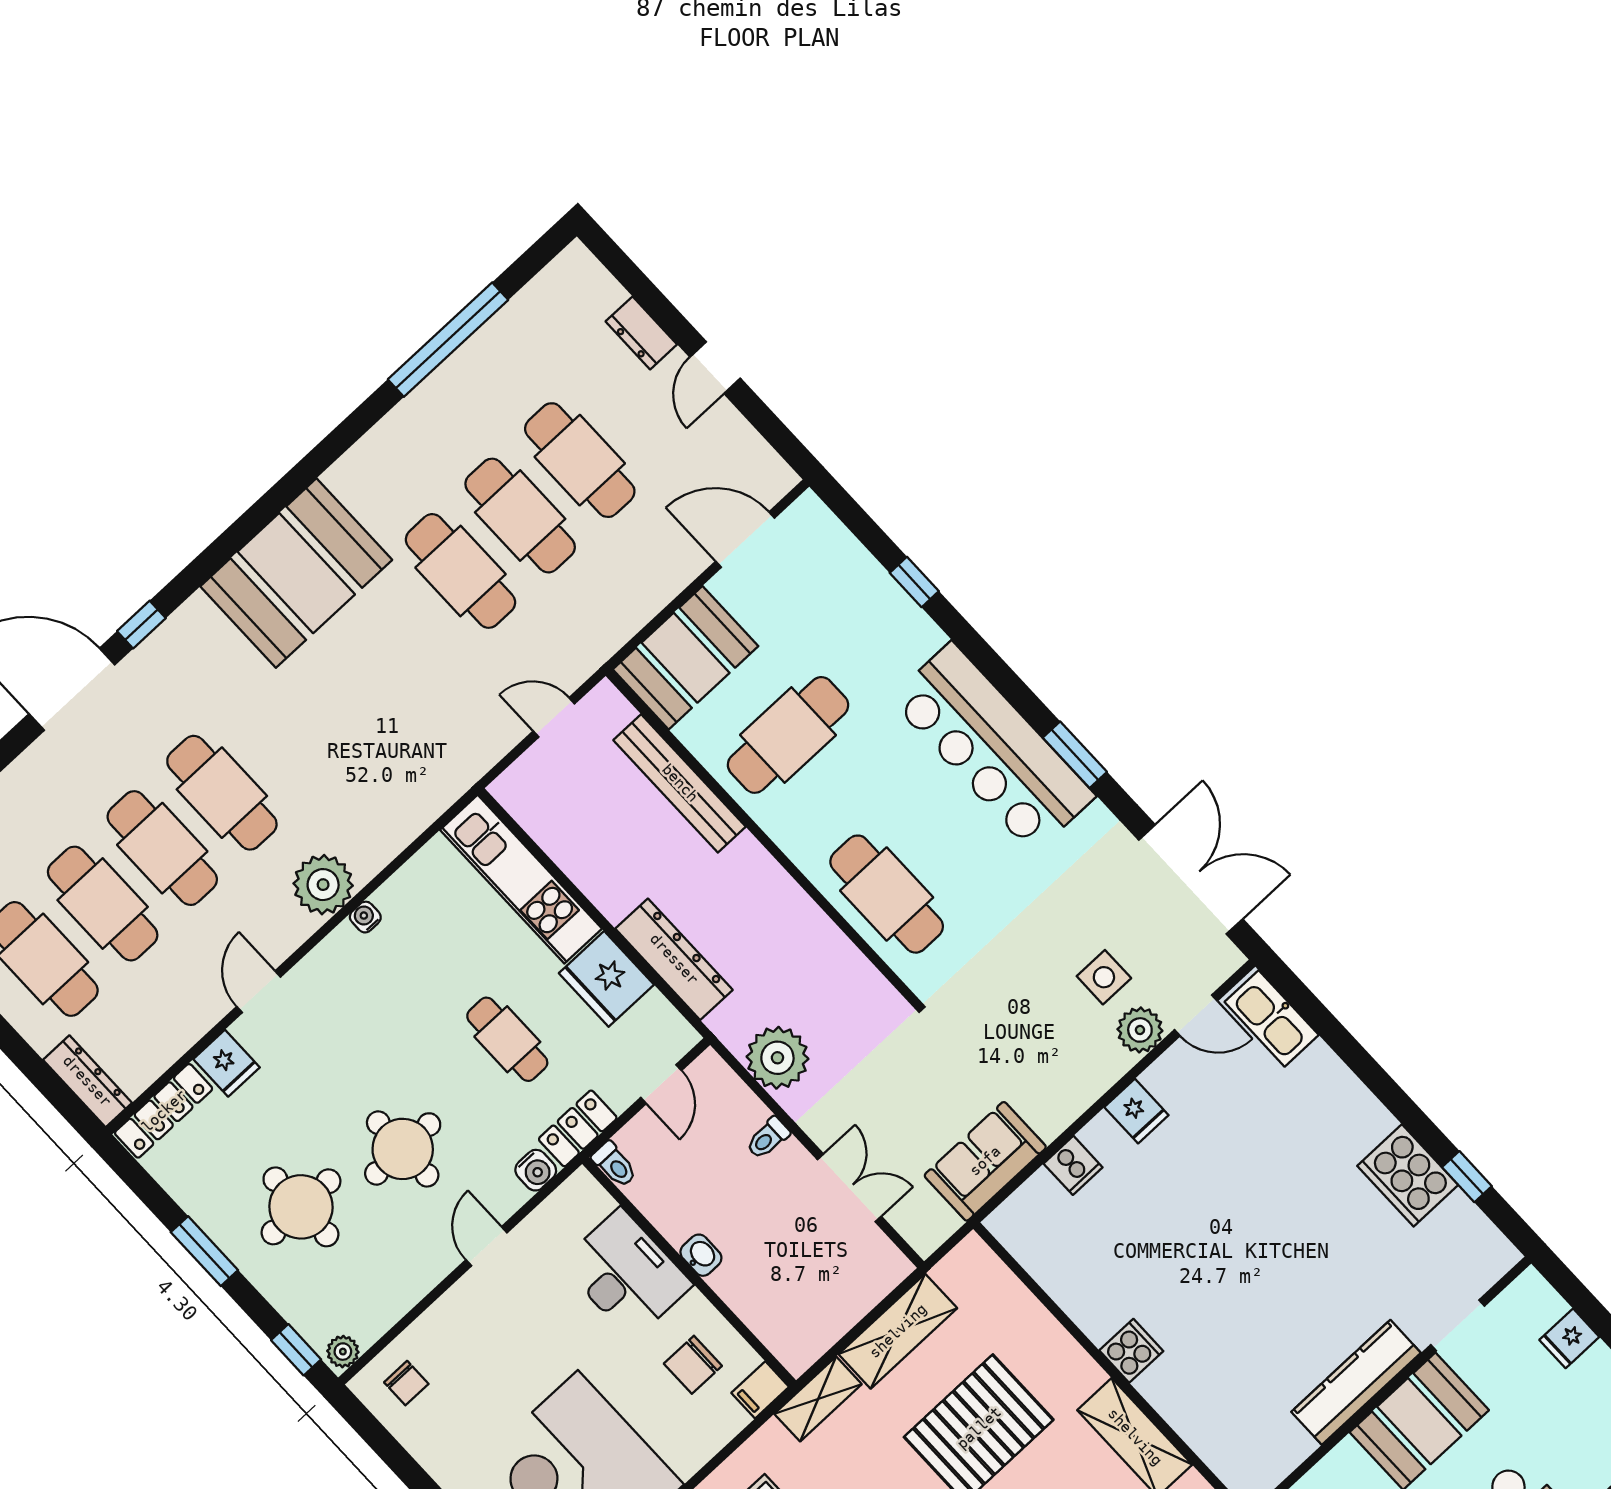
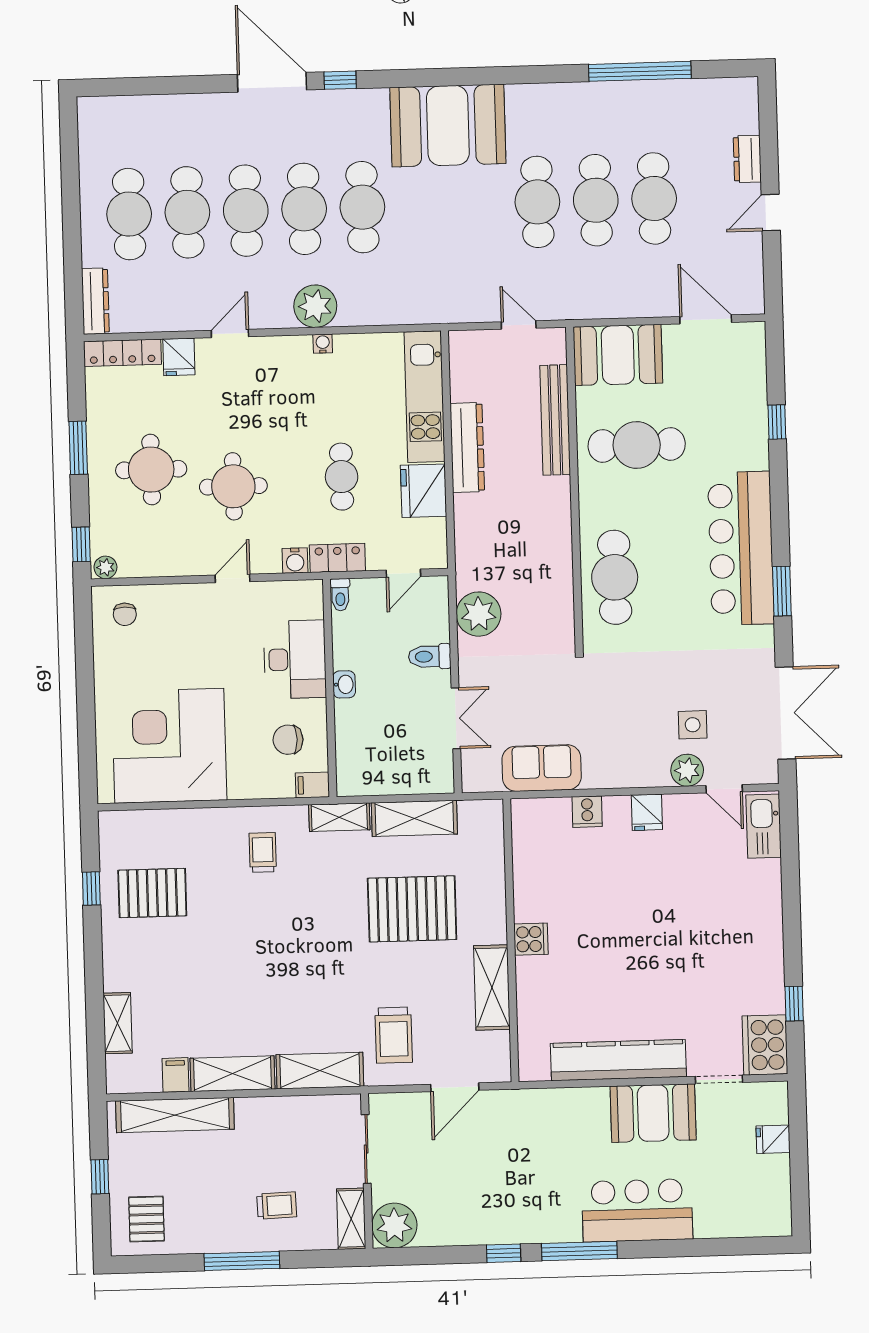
cafe table: (282, 737) -> (362, 207), added
dresser: (674, 959) -> (467, 448), moved
toilet: (768, 1138) -> (430, 656), width x1.37, depth x1.39
cooker: (1408, 1175) -> (765, 1045), moved
kitchen counter: (1356, 1382) -> (618, 1060), width x1.39, depth x1.17

